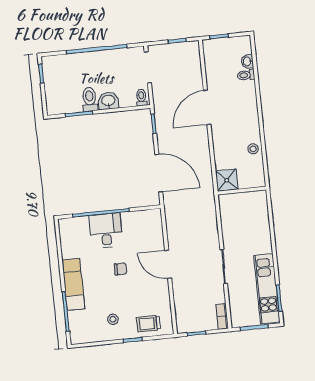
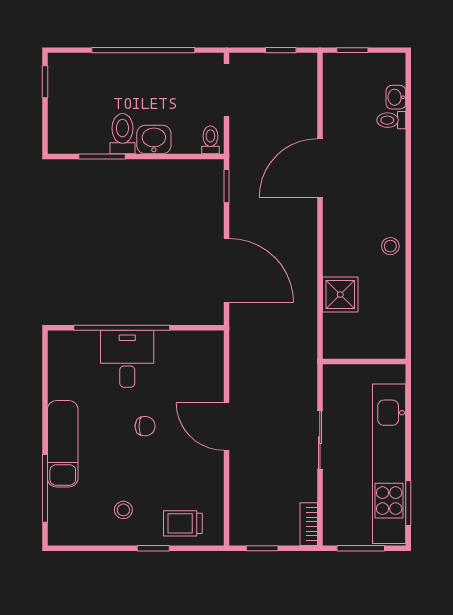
wall: (242, 191) -> (364, 361), moved
kitchen unit: (267, 289) -> (389, 464), width x1.36

